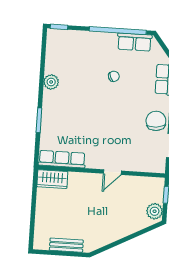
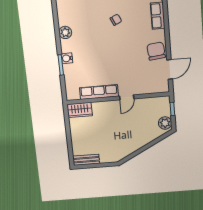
water cooler: (48, 113) -> (67, 58), added
row of seats: (62, 159) -> (99, 92), moved
bench: (66, 245) -> (86, 160), moved

